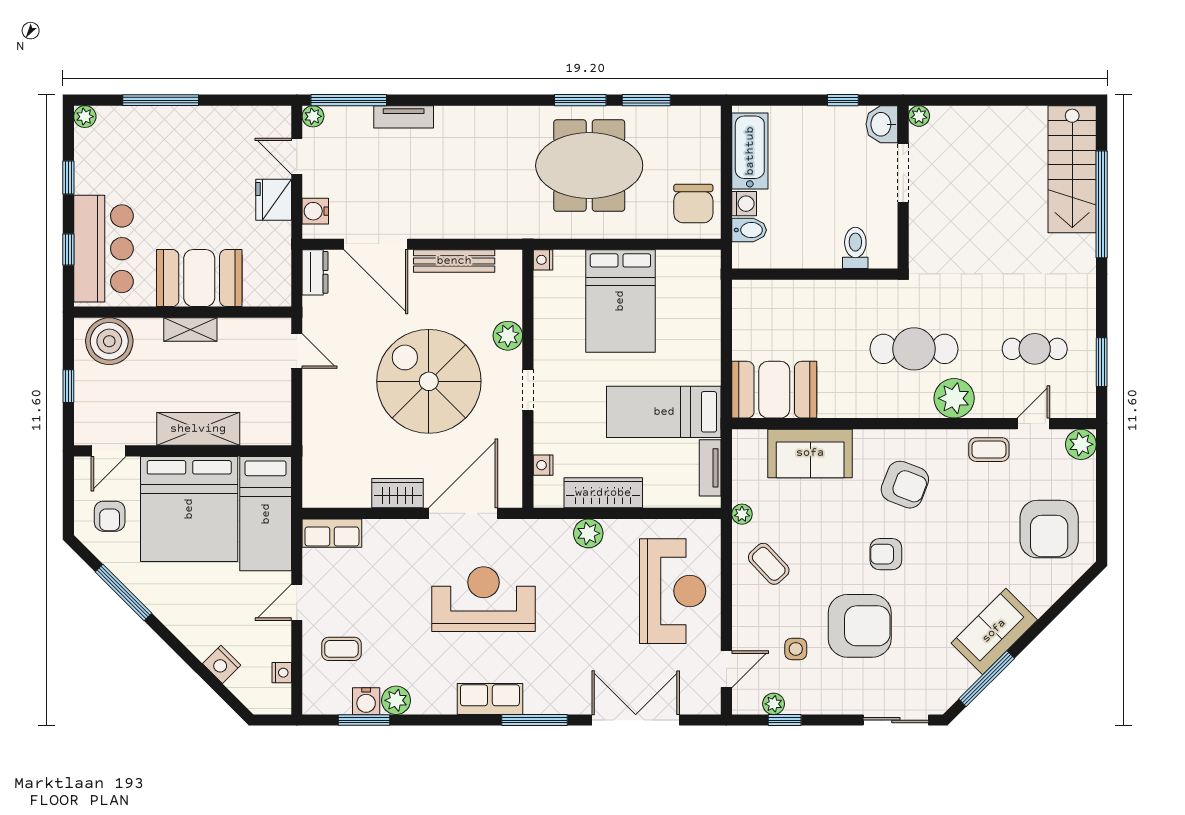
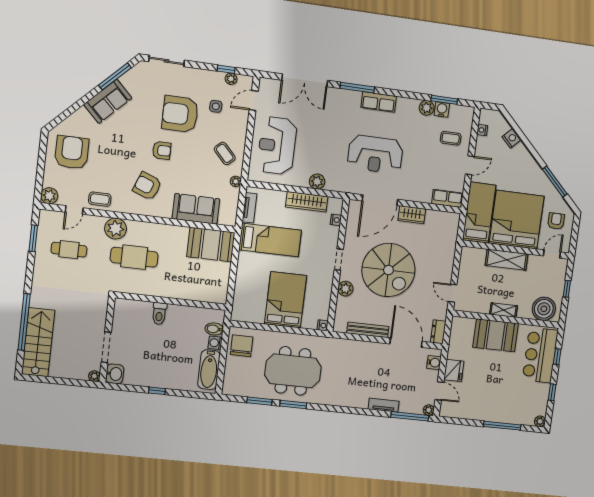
plant: (919, 116) -> (94, 376), moved
washbasin: (882, 124) -> (115, 374), moved
doorway: (903, 173) -> (106, 347), moved
wall: (903, 187) -> (107, 340), moved

